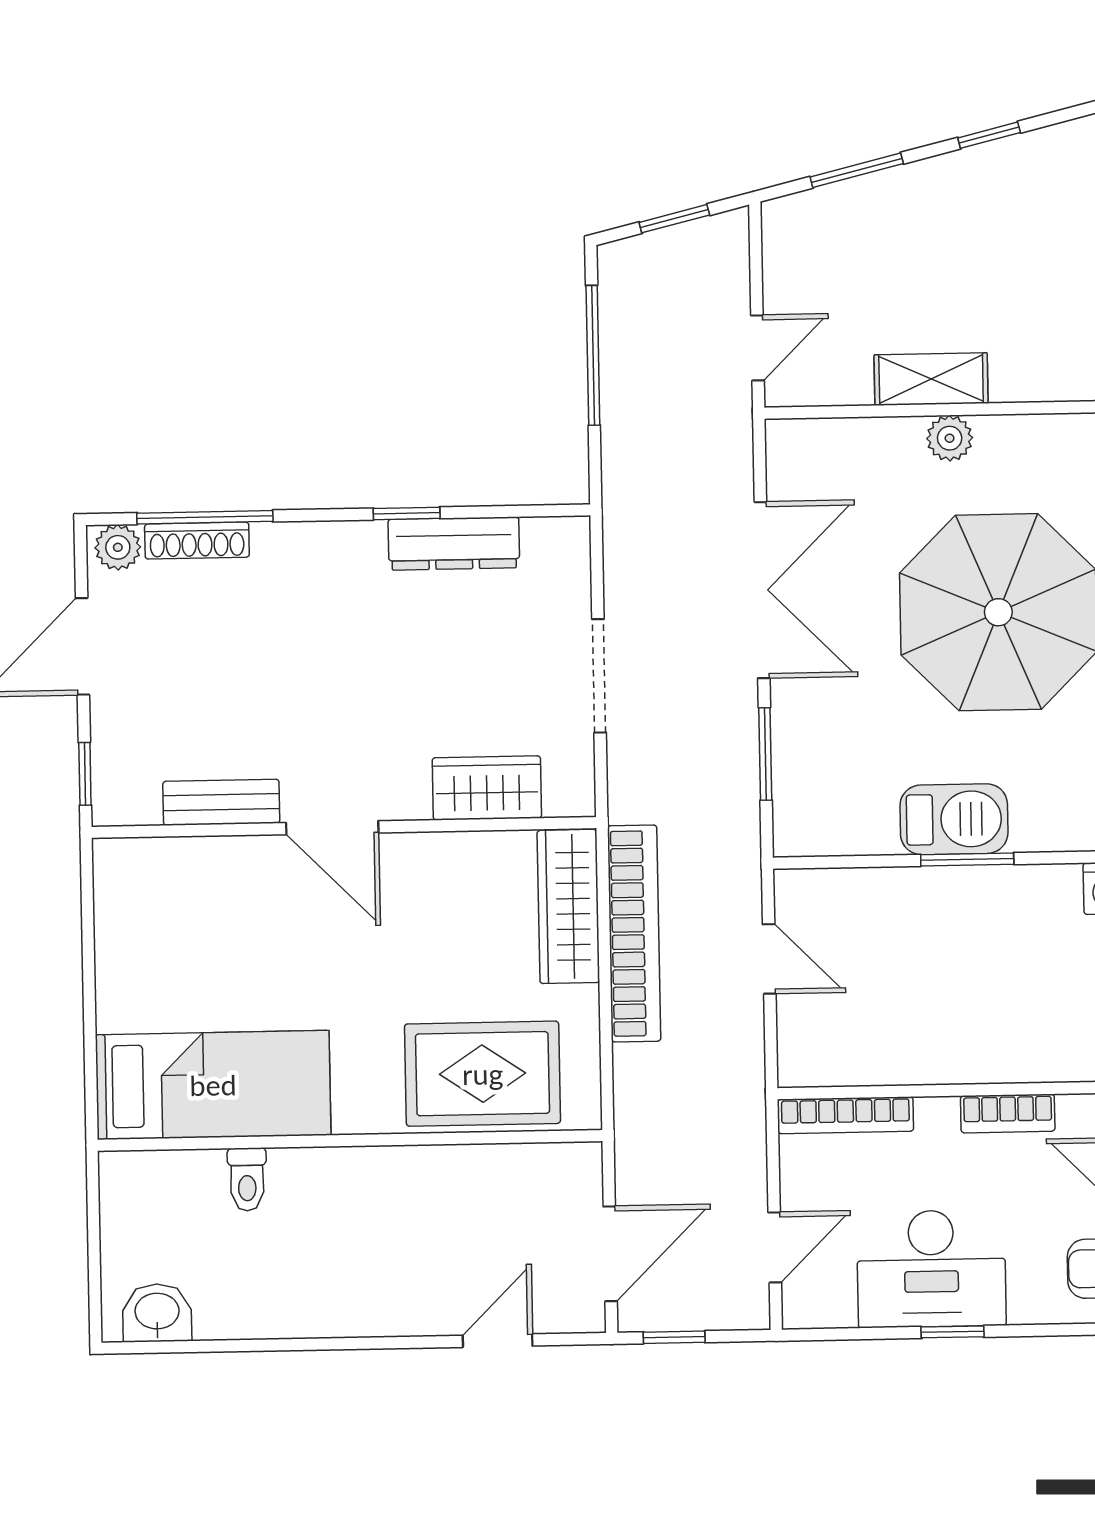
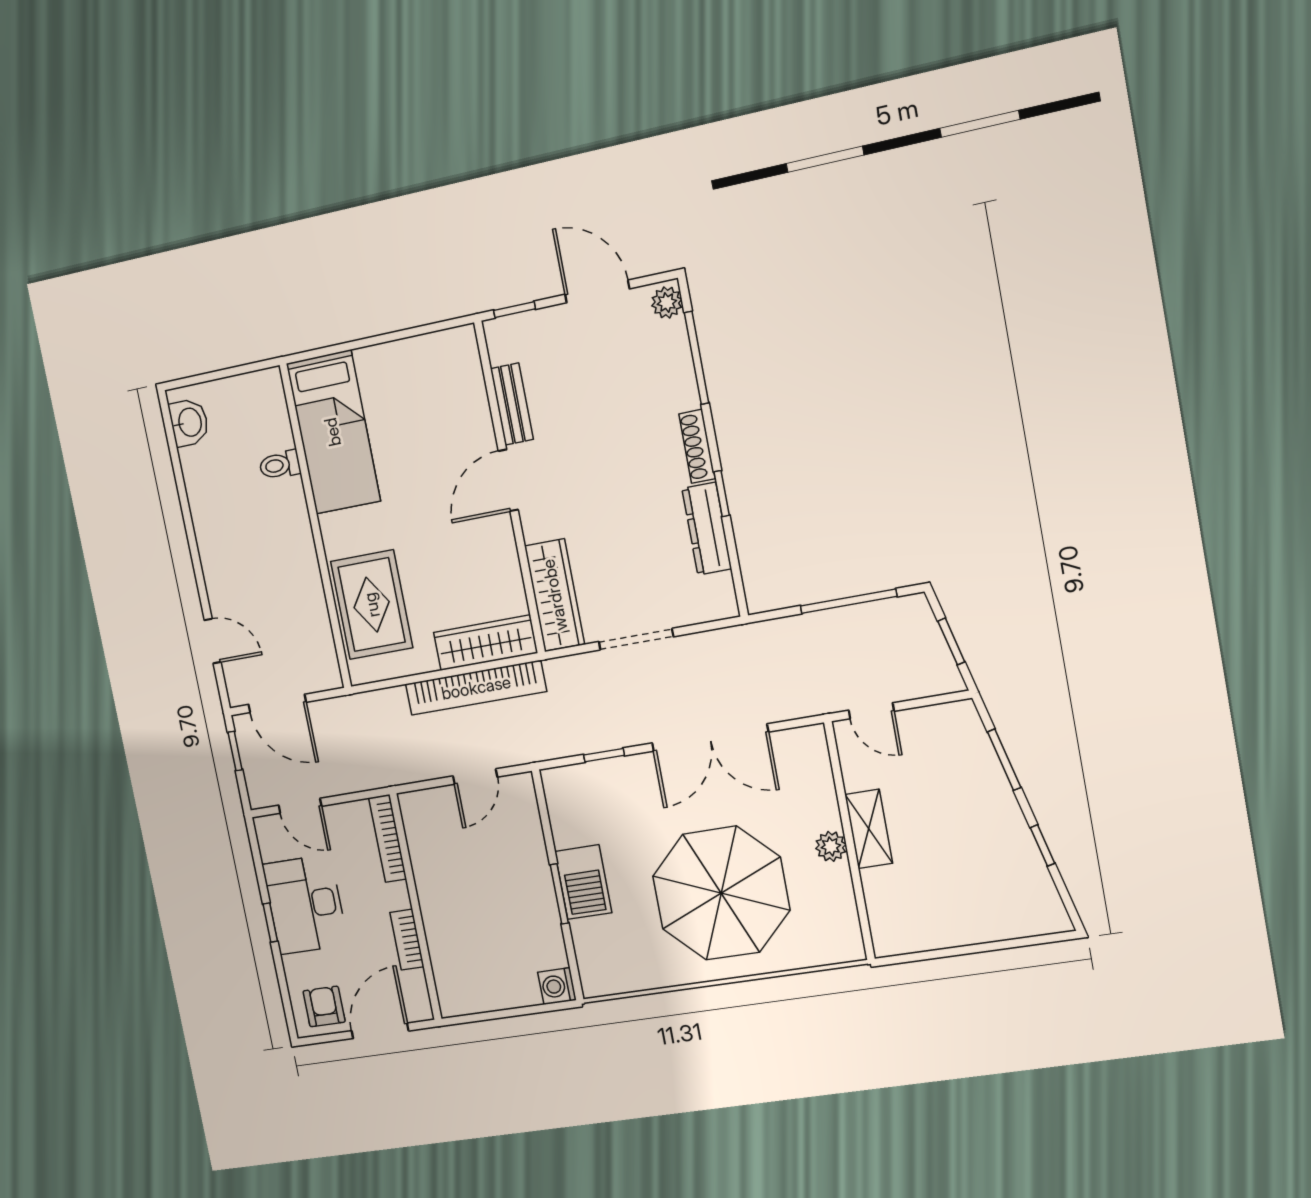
shoe rack: (197, 541) -> (697, 446), moved
window: (765, 754) -> (604, 755), width x0.67
wardrobe: (487, 788) -> (555, 595), width x1.50

